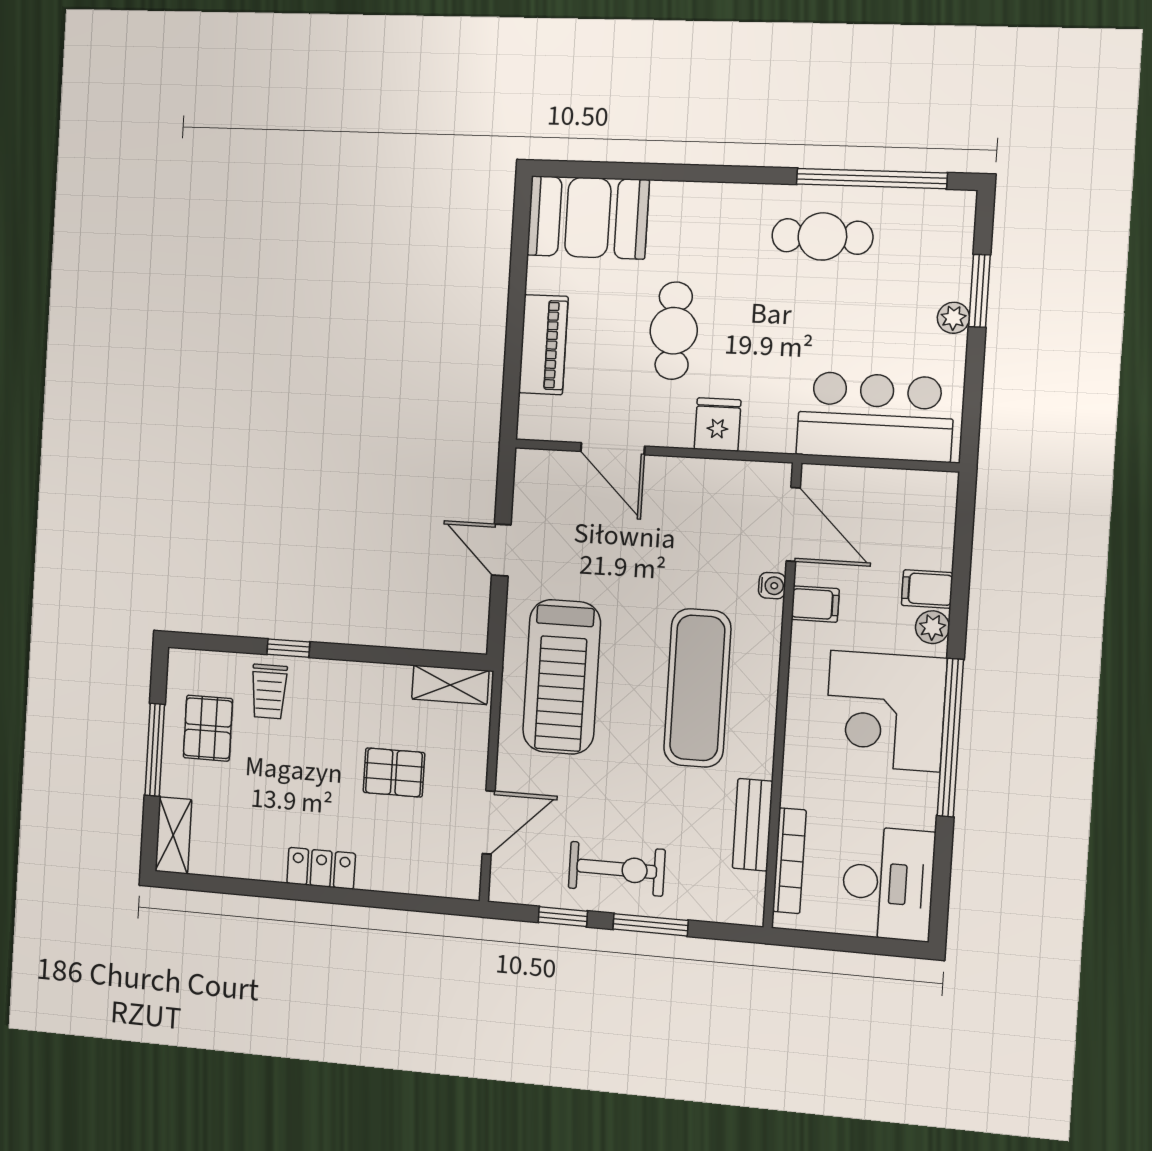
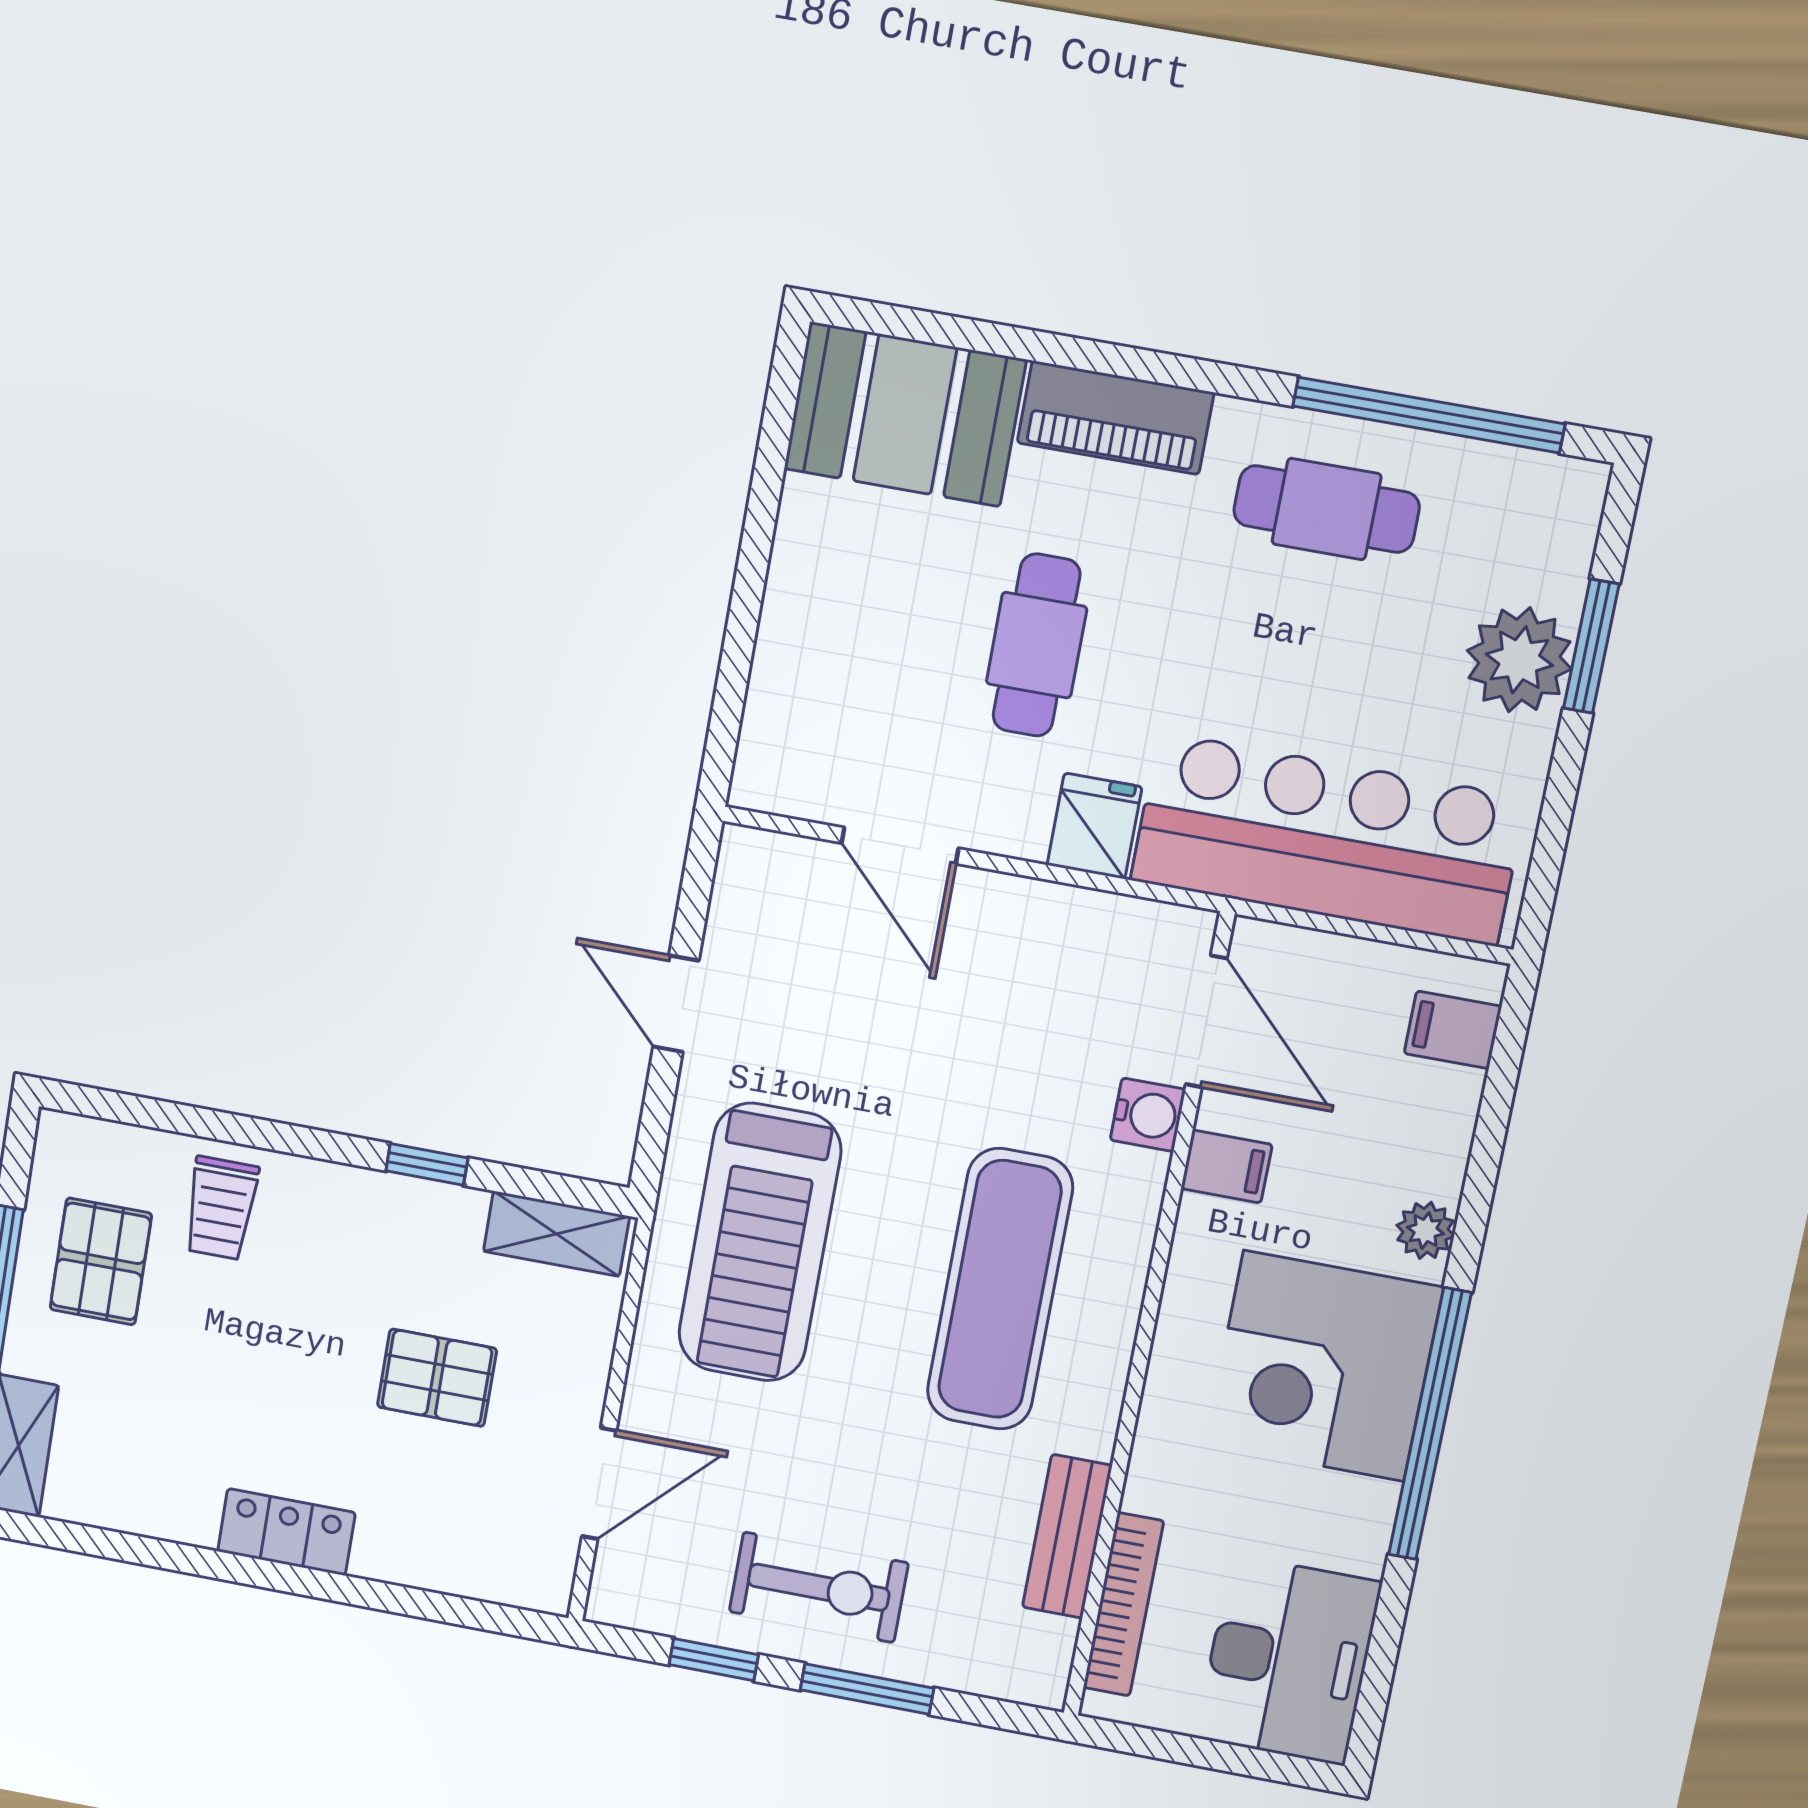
plant: (953, 318) -> (1519, 660), width x1.87, depth x1.87
piano: (543, 345) -> (1115, 418), moved, turned 90
bar counter: (875, 417) -> (1328, 839), width x1.36
water cooler: (772, 586) -> (1148, 1115), width x1.38, depth x1.38
filing cabinet: (927, 589) -> (1453, 1030), moved
window: (288, 648) -> (427, 1164), moved

